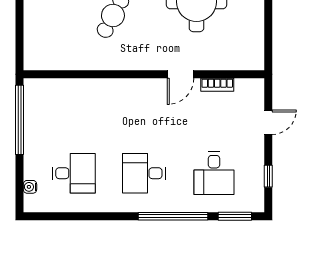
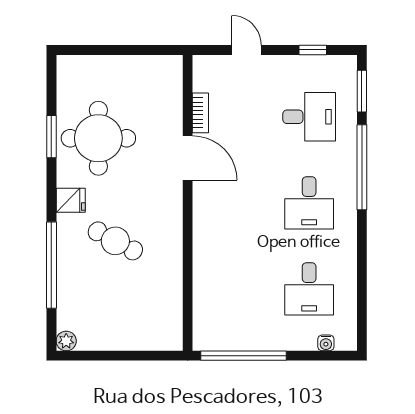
door: (180, 74) -> (188, 158), width x1.38
desk: (74, 173) -> (309, 289), turned 180

